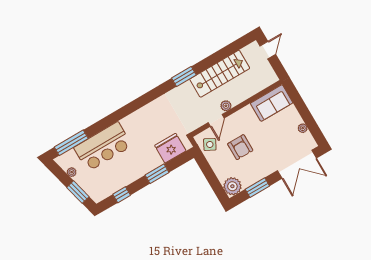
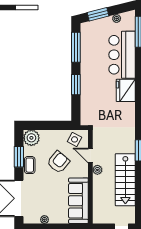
sofa: (272, 103) -> (78, 201), width x1.36
armchair: (240, 147) -> (58, 162), turned 130
fridge: (170, 148) -> (126, 90), moved, turned 180
coffee table: (259, 173) -> (30, 165), added
window: (122, 195) -> (76, 47), width x2.17

